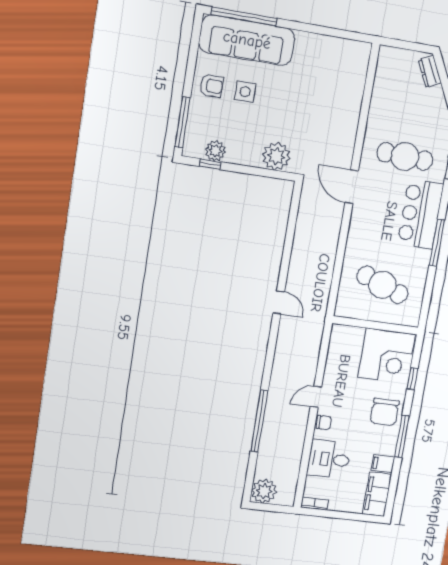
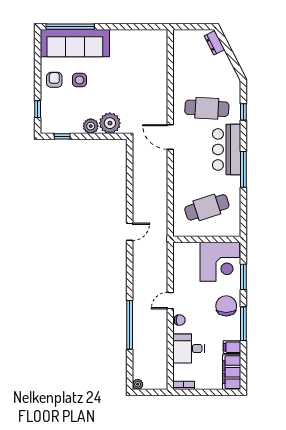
armchair: (211, 86) -> (54, 80), turned -90
window: (183, 122) -> (38, 109), width x0.46
plant: (215, 151) -> (91, 126), moved
cafe table: (382, 285) -> (207, 207), turned -39
door: (279, 302) -> (130, 232), hinge flipped
window: (412, 379) -> (243, 277), width x1.50
chair: (385, 412) -> (226, 306), turned 180
plant: (264, 491) -> (138, 384), width x0.53, depth x0.53

